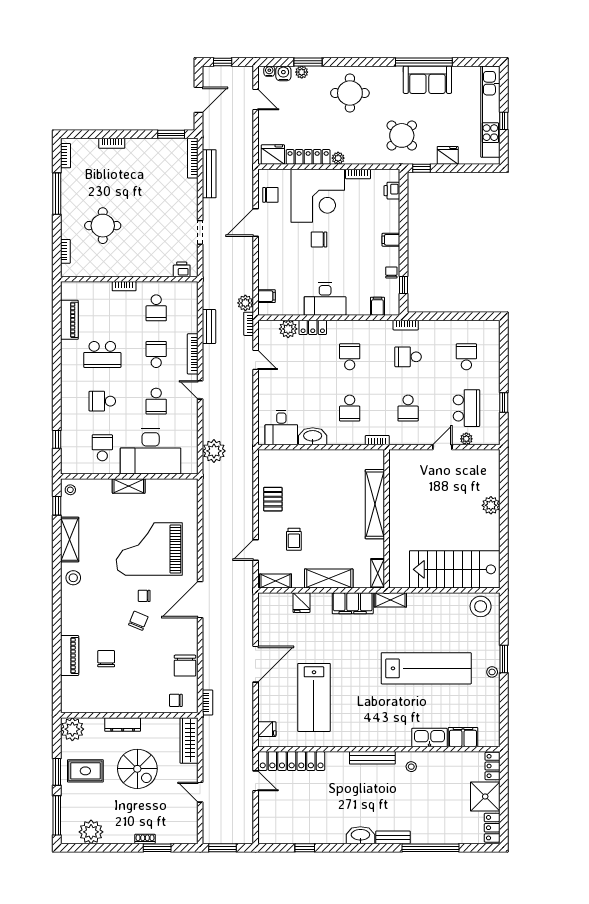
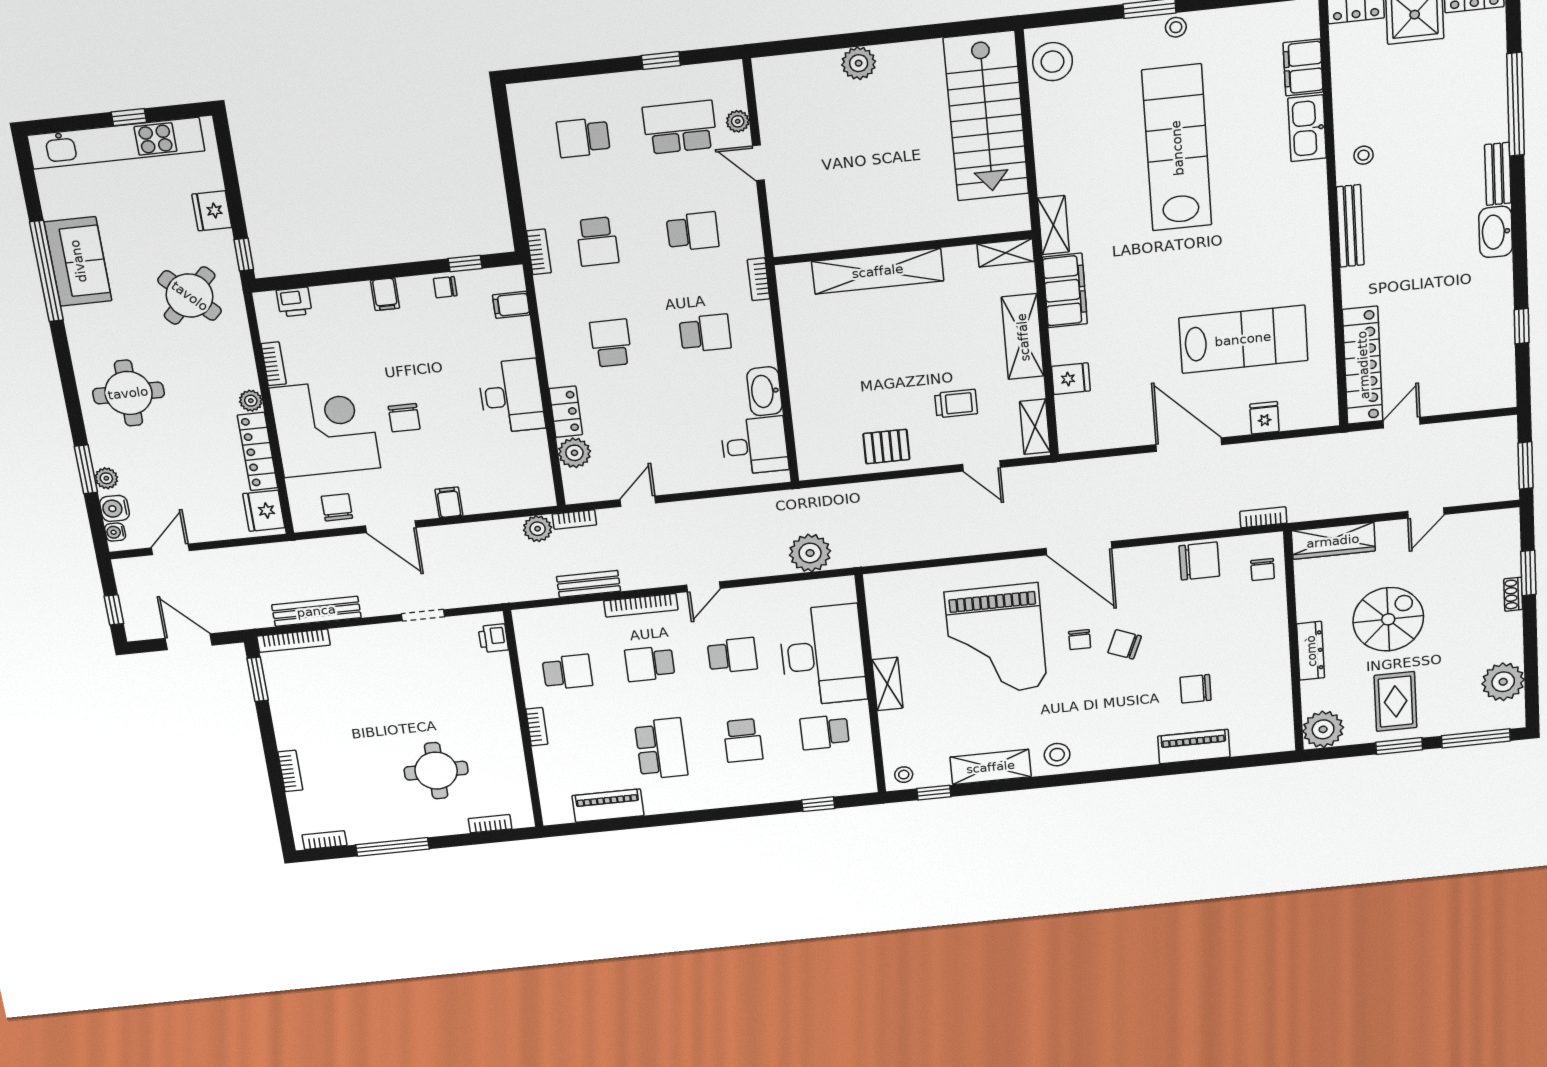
filing cabinet: (267, 296) -> (449, 502), moved
school desk: (350, 357) -> (611, 343), turned 90
fridge: (267, 729) -> (1264, 418), moved

